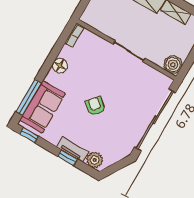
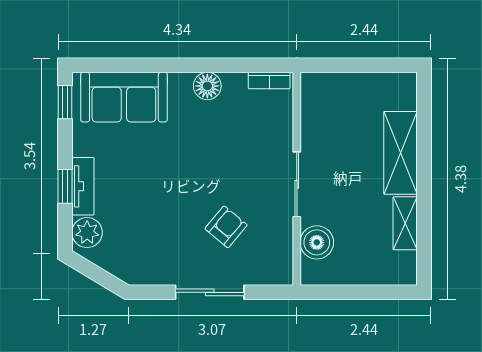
boiler: (173, 65) -> (317, 242), moved
window: (29, 97) -> (126, 65), removed
armchair: (95, 106) -> (226, 227), moved
sliding door: (155, 120) -> (210, 292), width x0.54

